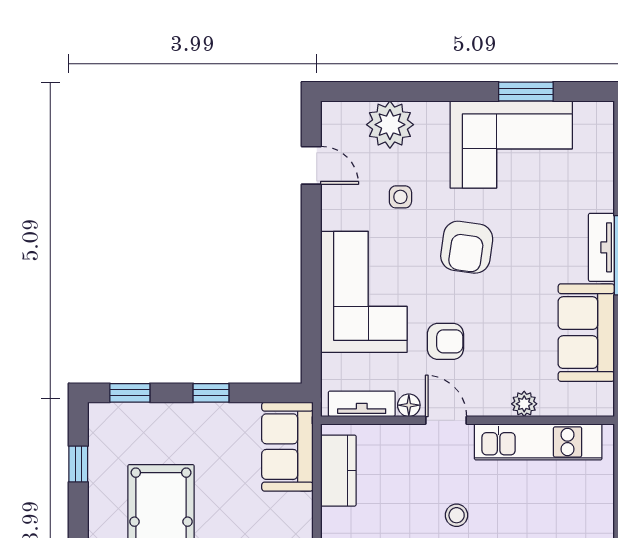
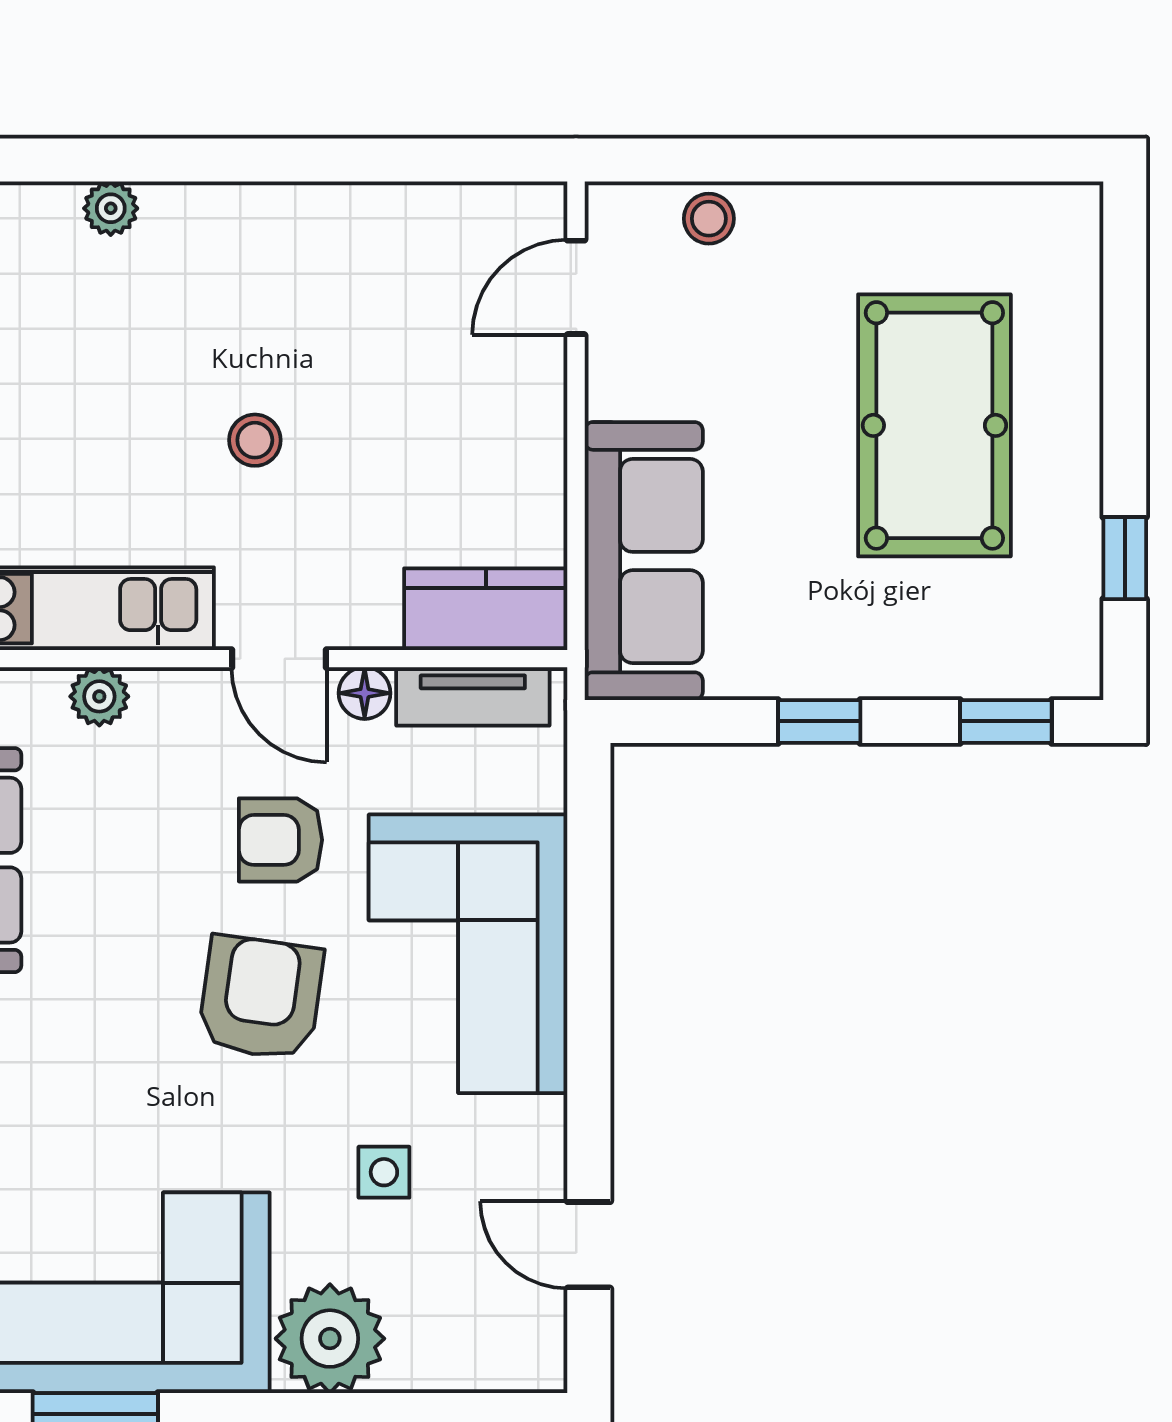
plant: (390, 125) -> (330, 1339), moved
armchair: (467, 247) -> (261, 998), moved
sofa: (287, 447) -> (644, 561), width x1.36
kitchen counter: (338, 471) -> (486, 609), moved, turned 90

